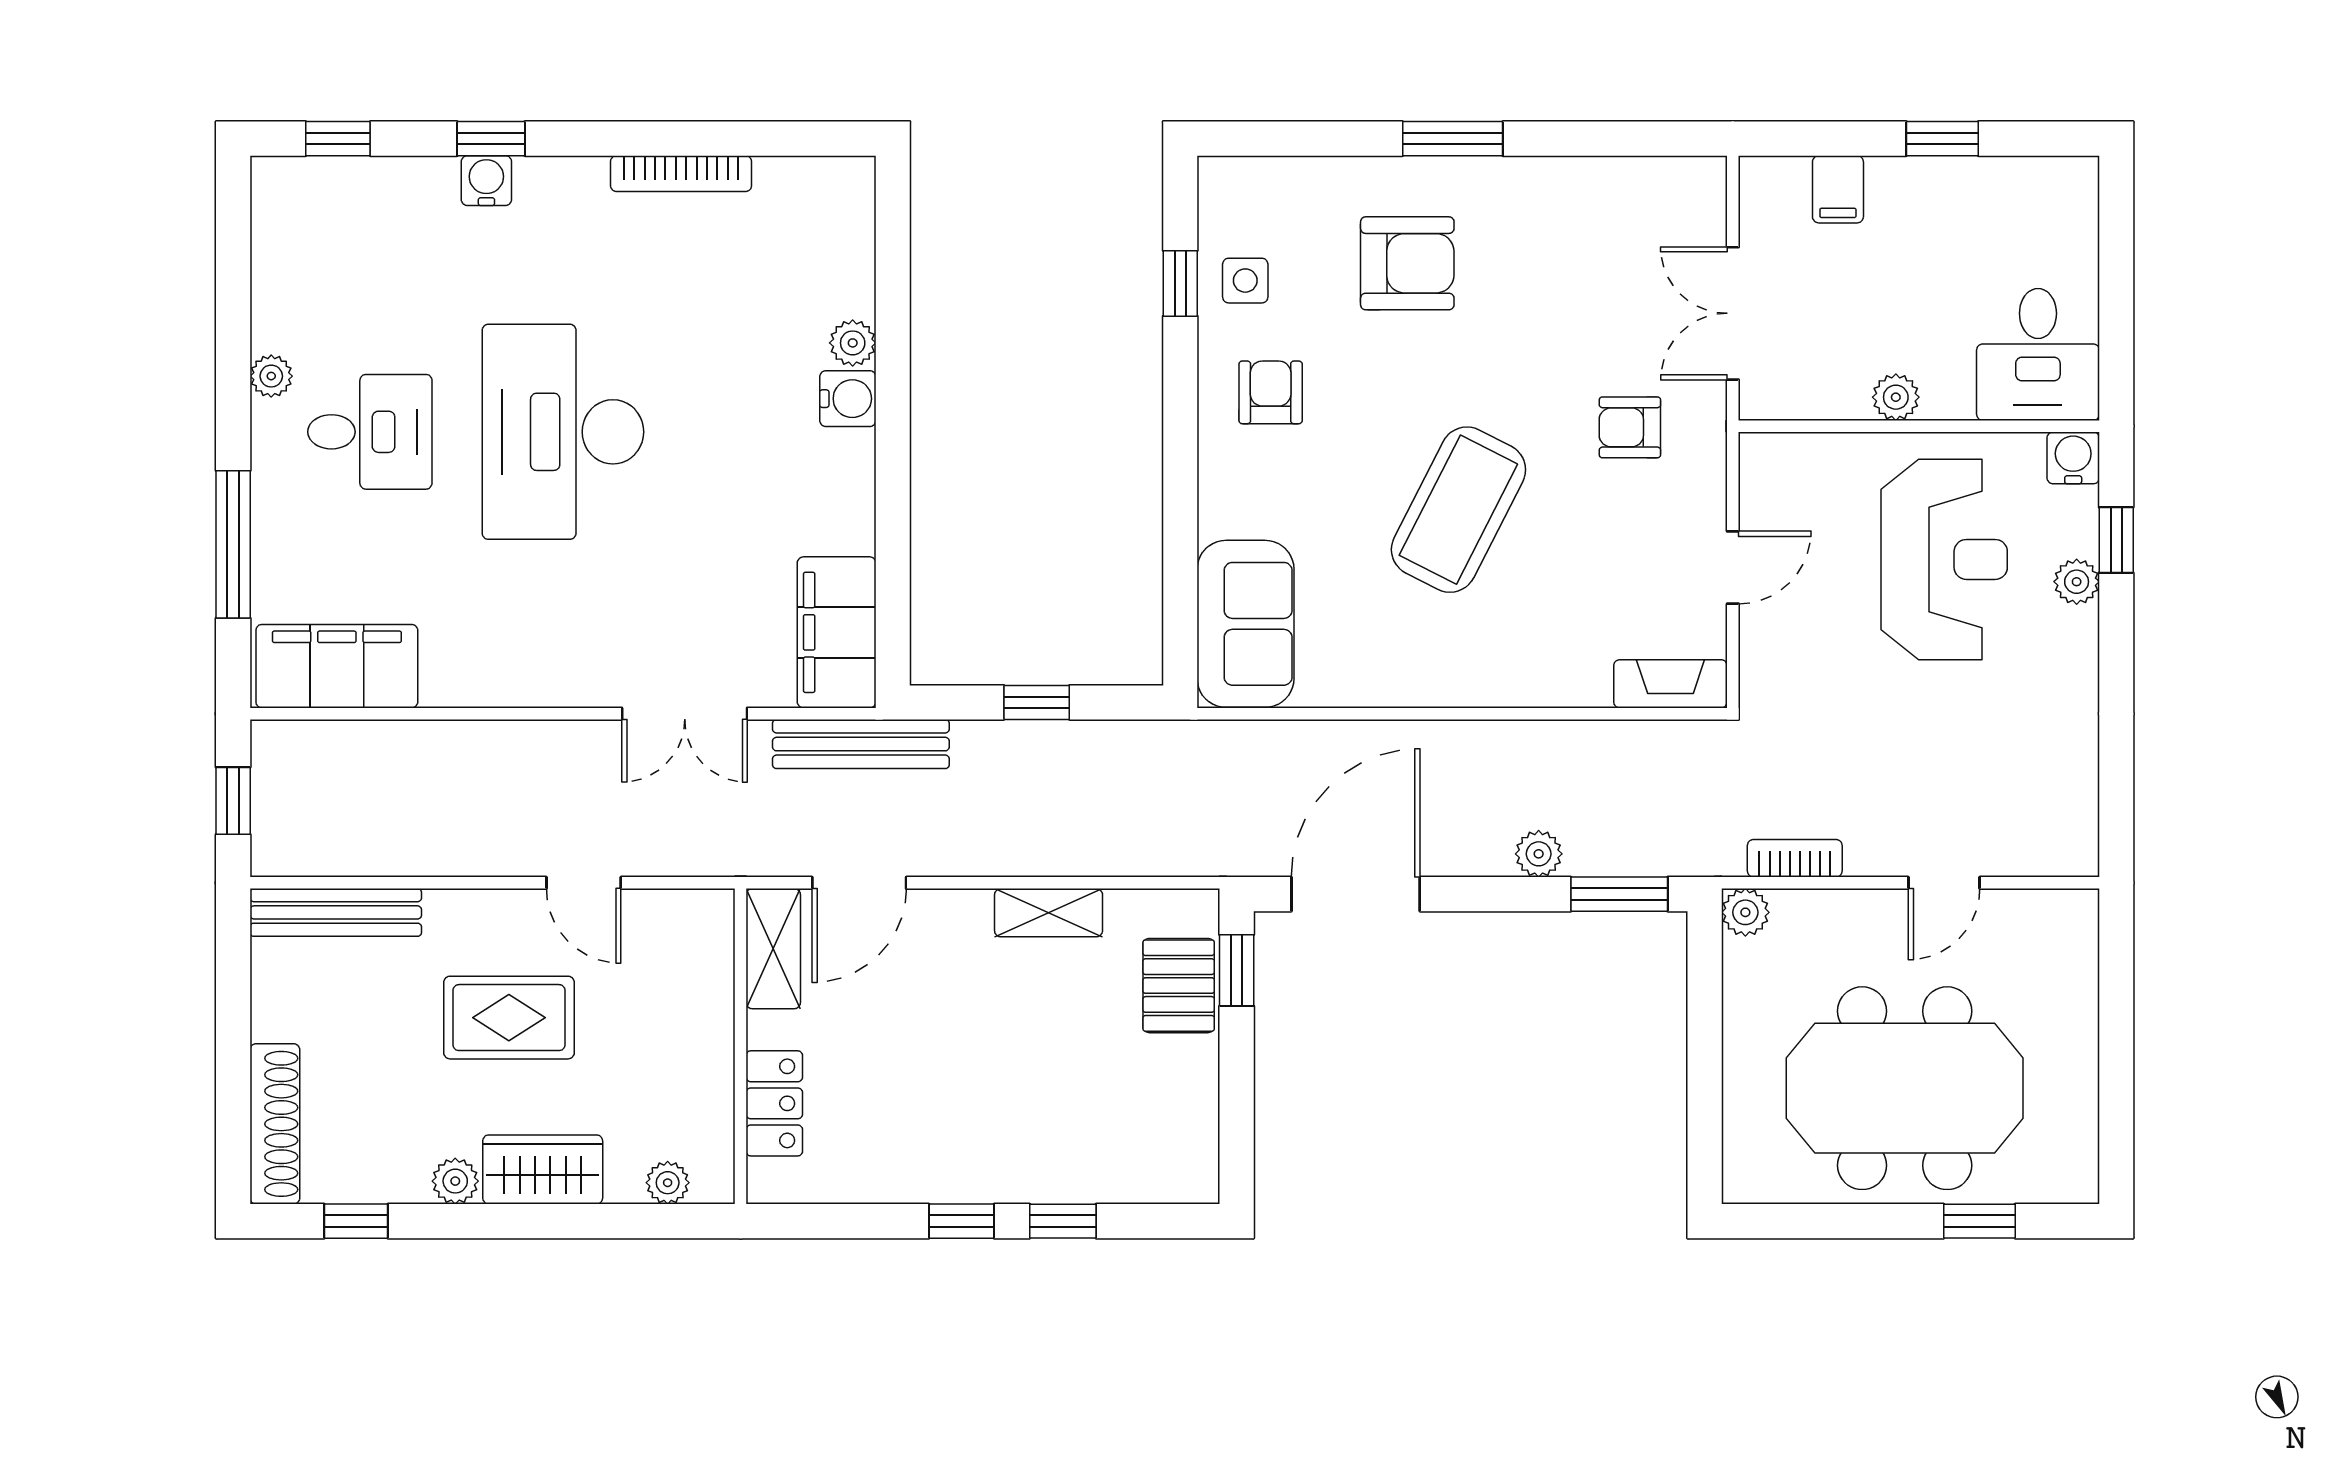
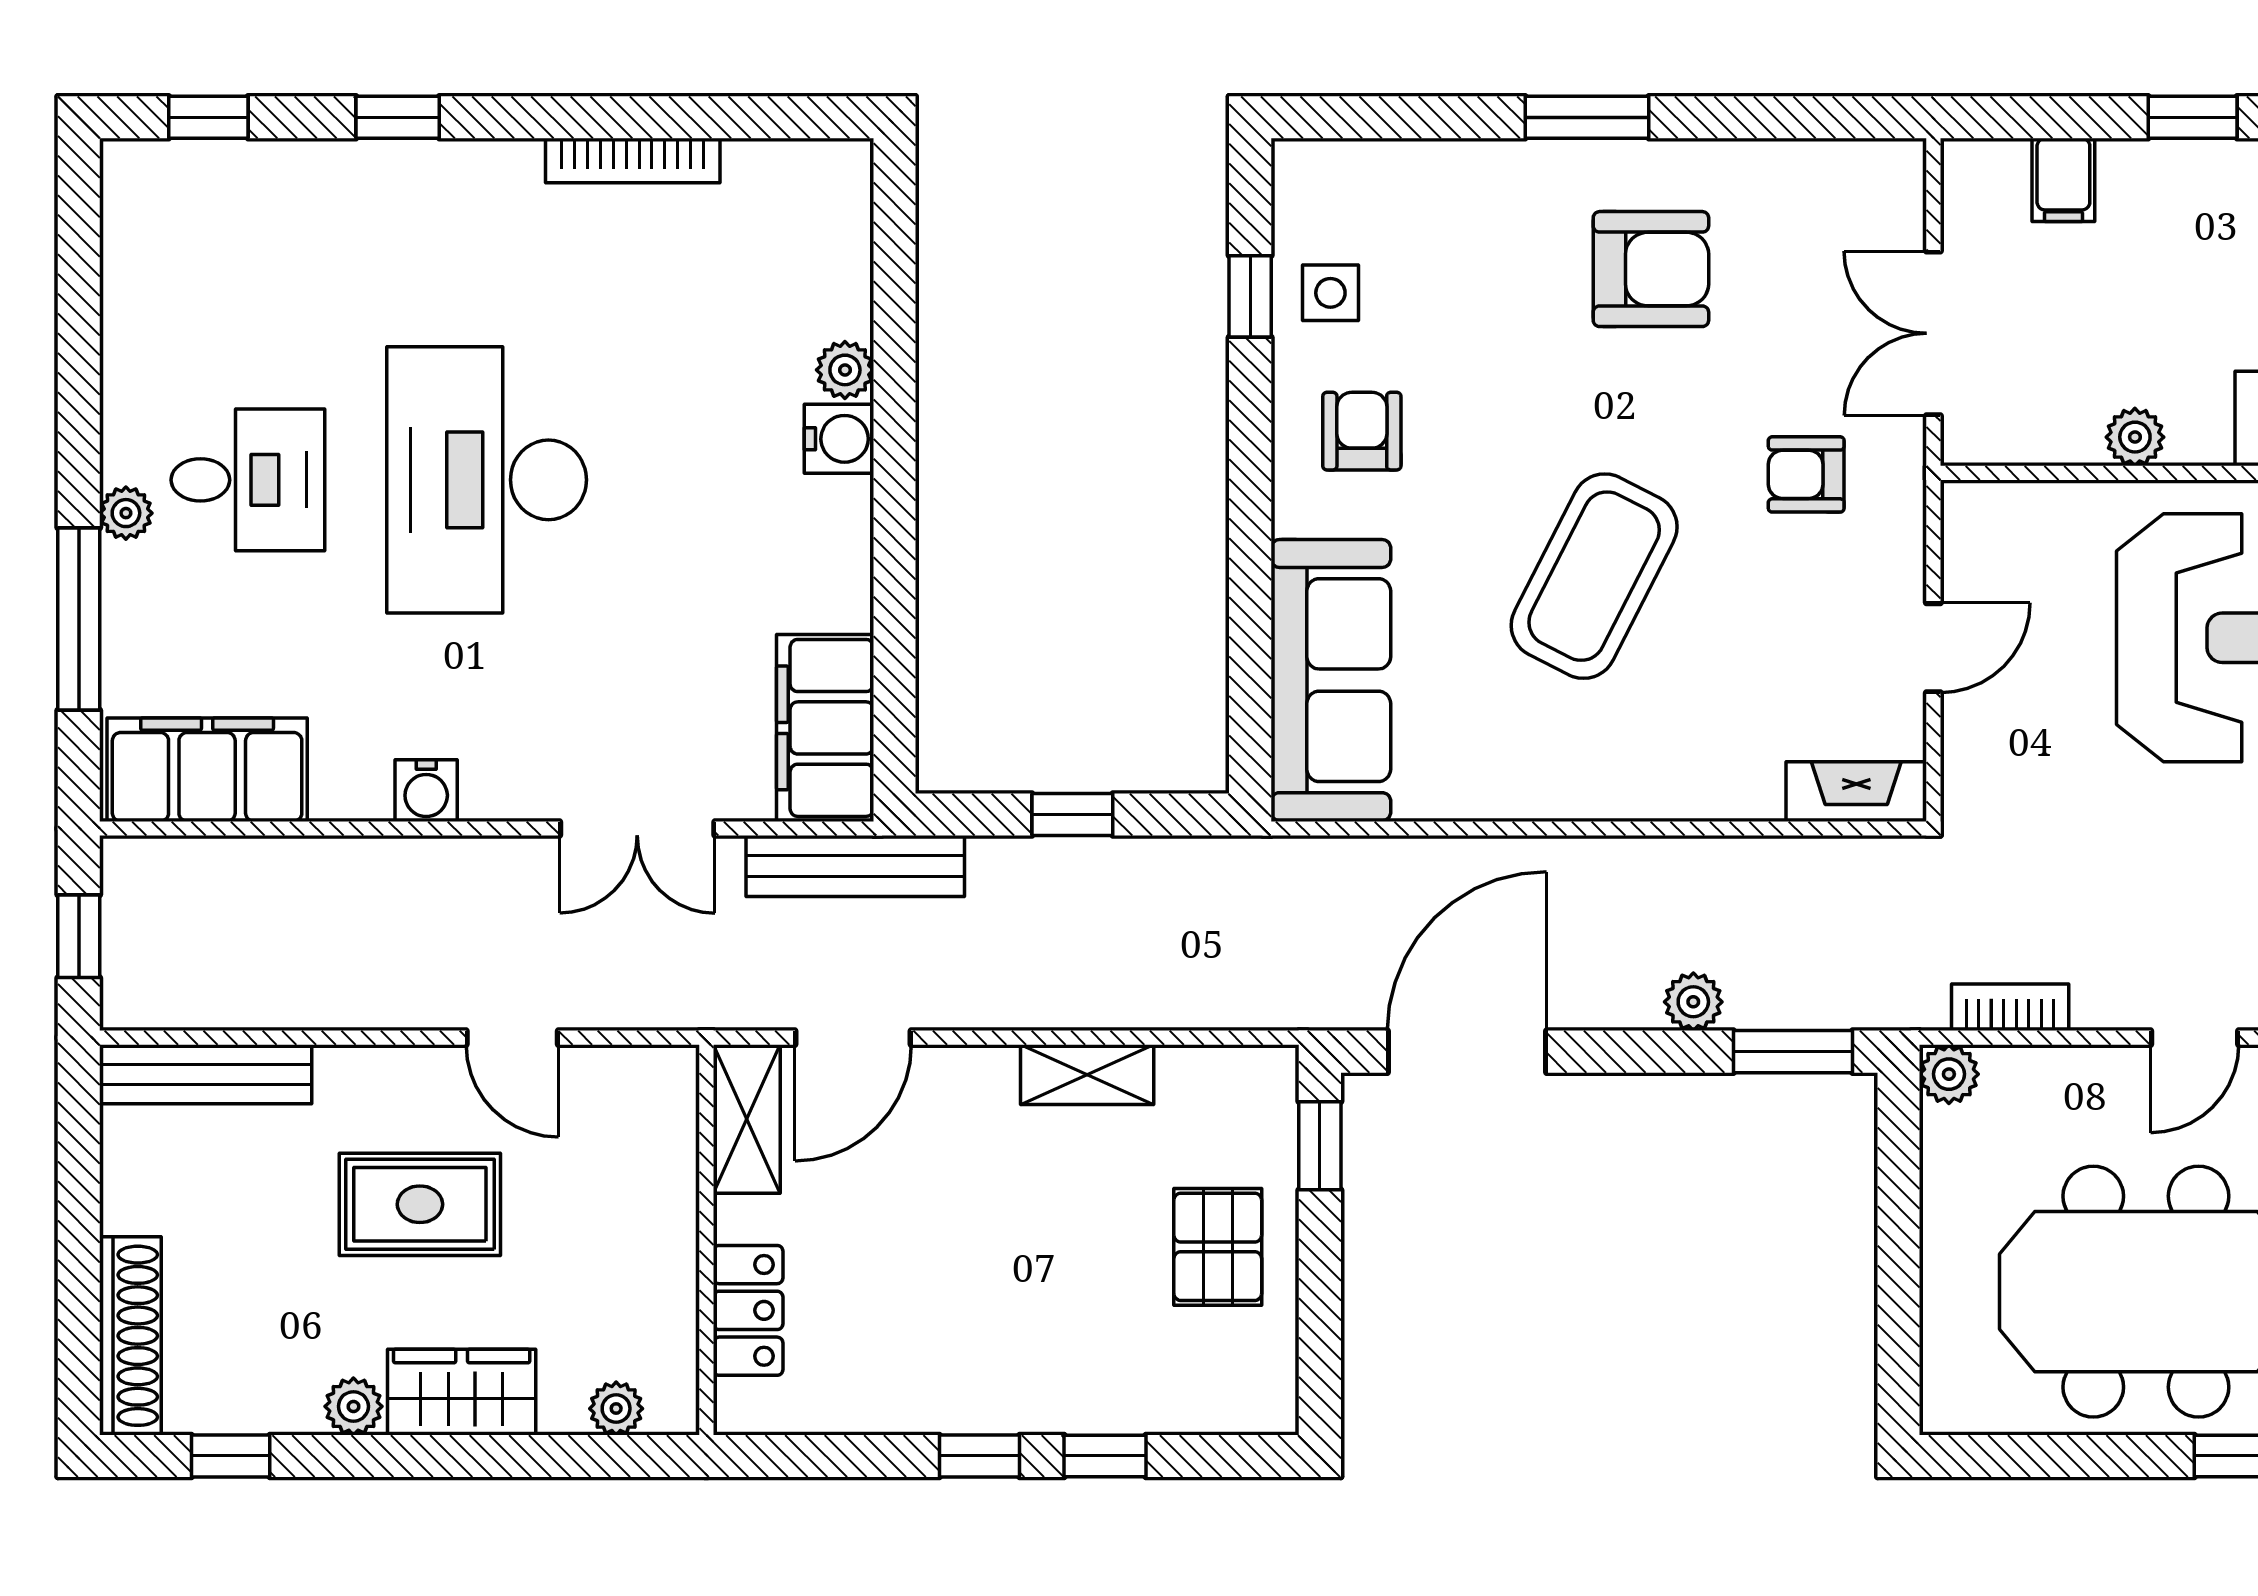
water cooler: (486, 181) -> (426, 791), moved, turned 180
armchair: (1407, 263) -> (1651, 269), moved
plant: (271, 376) -> (126, 513), moved
sofa: (1246, 624) -> (1331, 680), width x1.36
pallet: (1179, 986) -> (1218, 1247), moved

